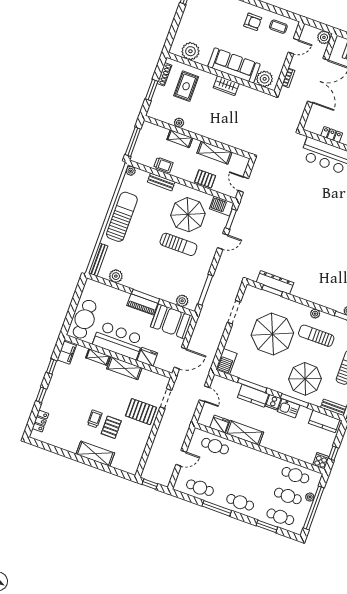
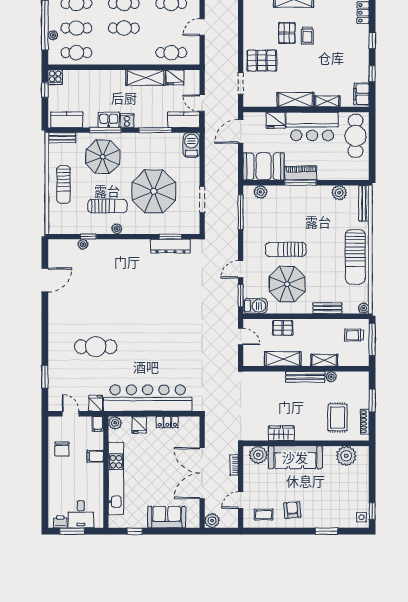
armchair: (253, 22) -> (292, 510), turned 85
wardrobe: (226, 86) -> (281, 433), moved
bench: (201, 131) -> (305, 377), added
trolley: (163, 165) -> (354, 335), moved
kitchen counter: (253, 396) -> (184, 120), moved
cafe table: (248, 481) -> (124, 28), added

